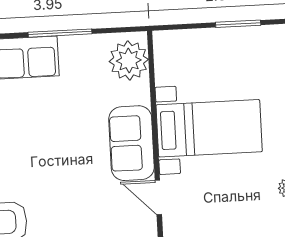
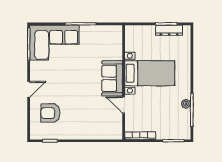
dresser: (245, 37) -> (169, 30), added
plant: (129, 60) -> (113, 39), removed

